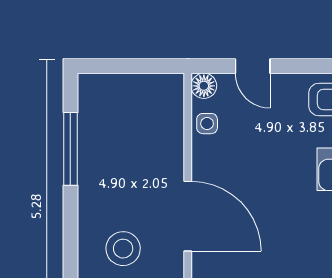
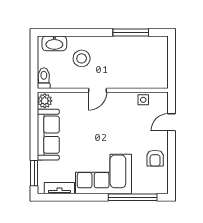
floor lamp: (204, 86) -> (162, 98), removed
door: (188, 216) -> (98, 90), width x0.53

